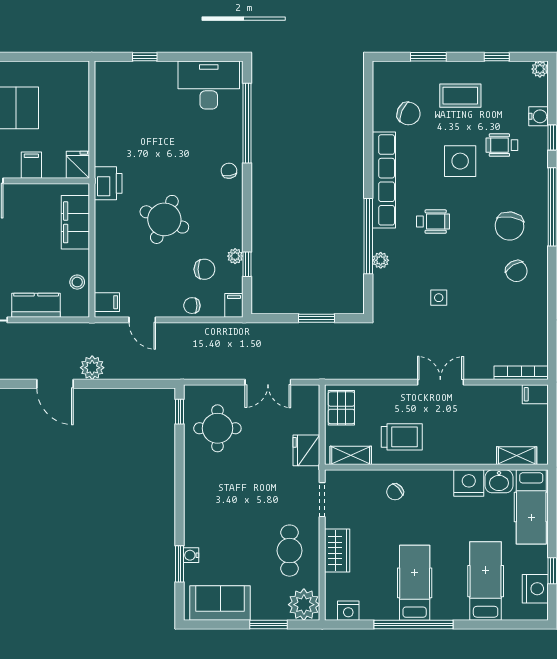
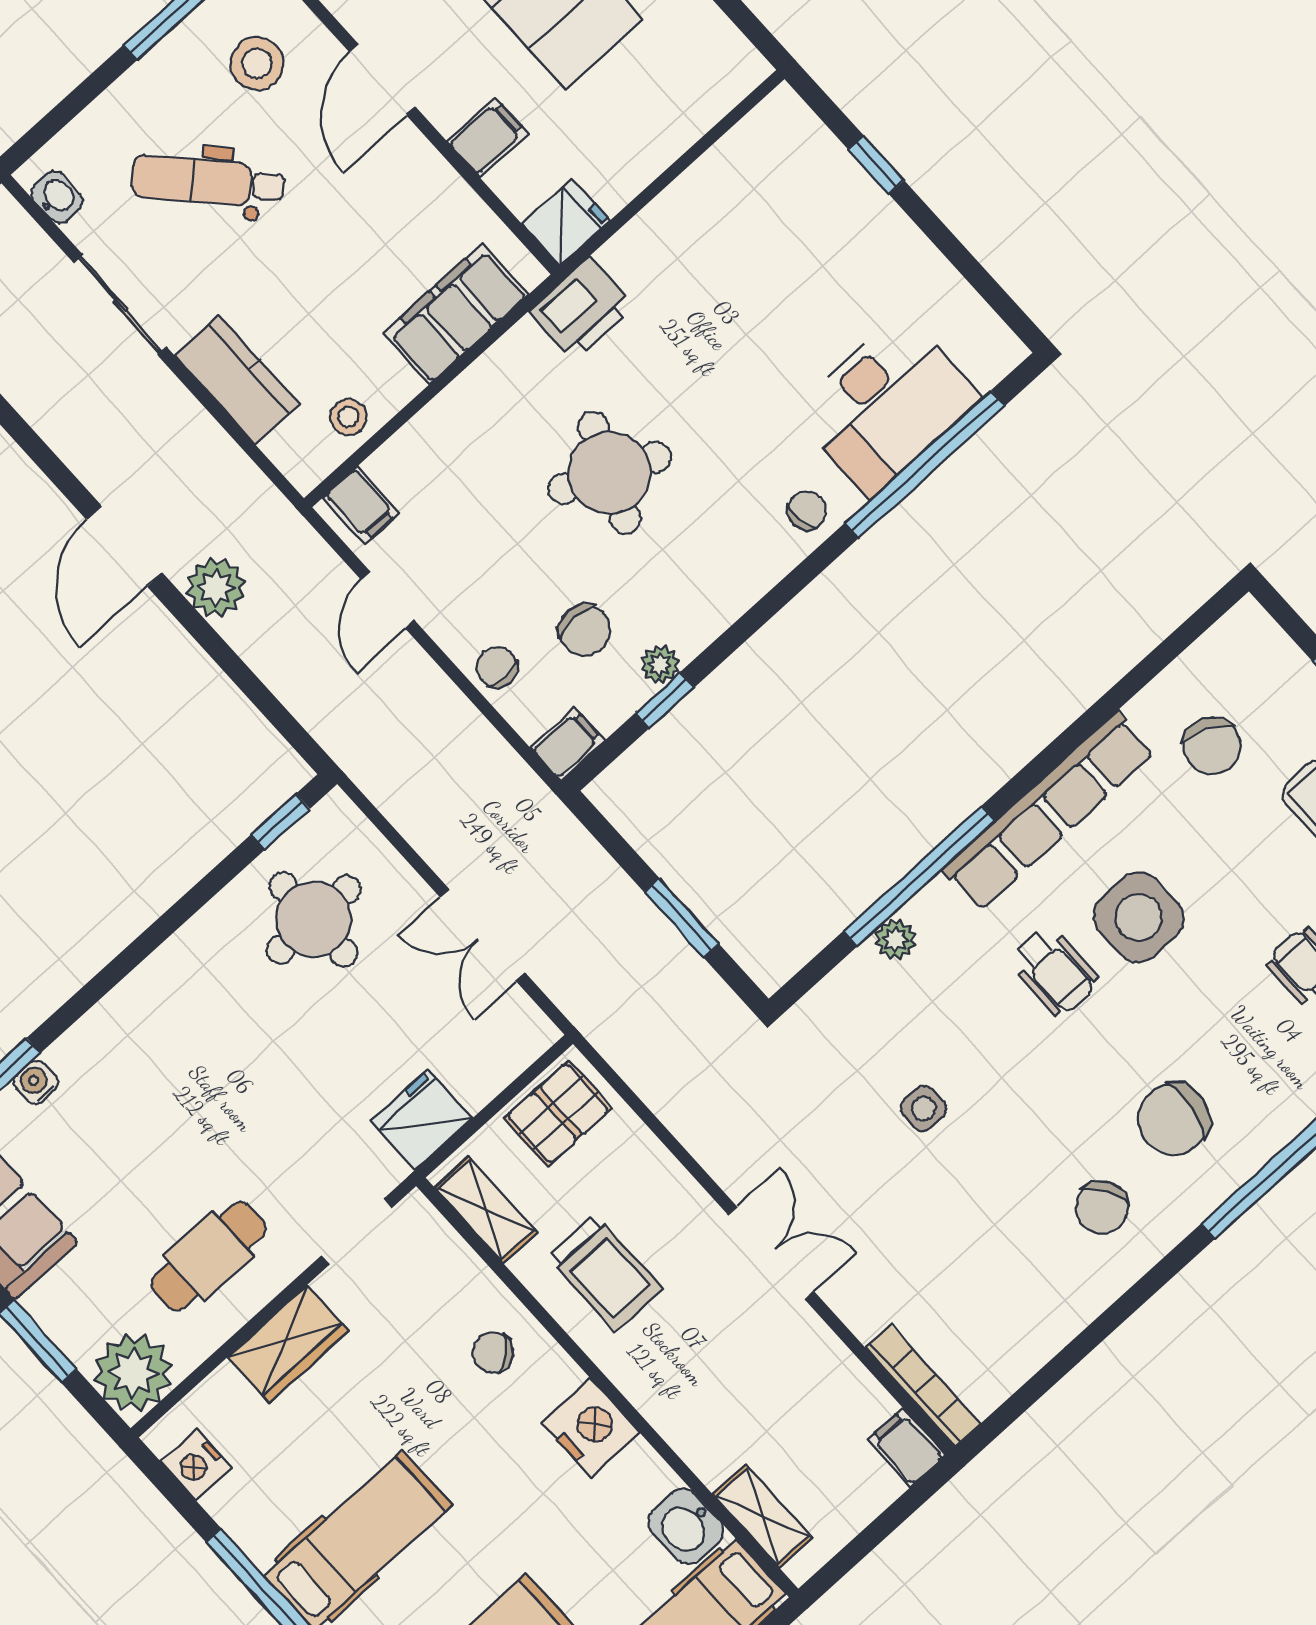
desk: (209, 85) -> (886, 405), moved, turned 90
side table: (460, 161) -> (1139, 917), moved
nightstand: (469, 483) -> (591, 1428), moved

